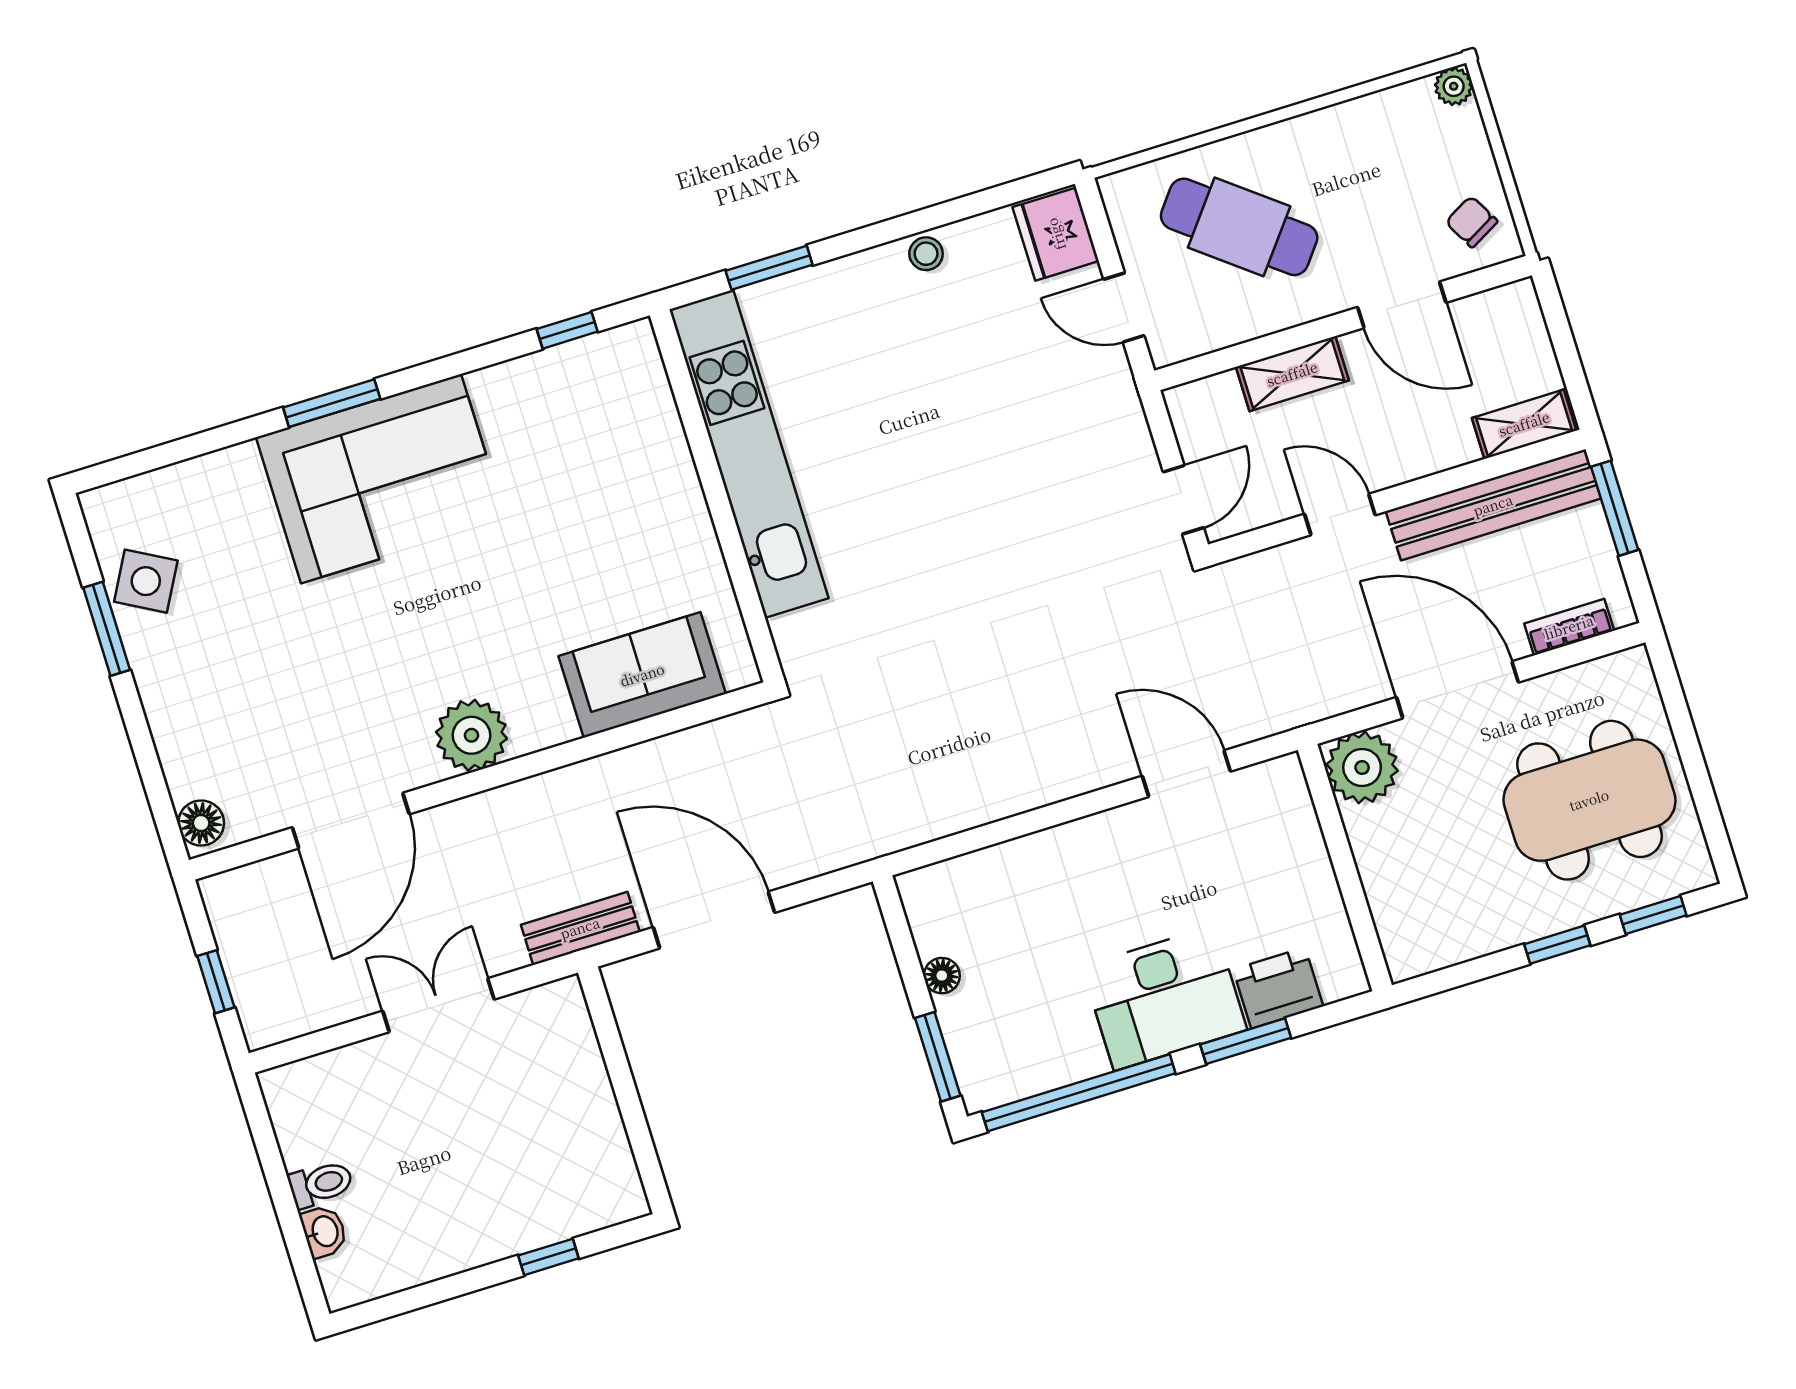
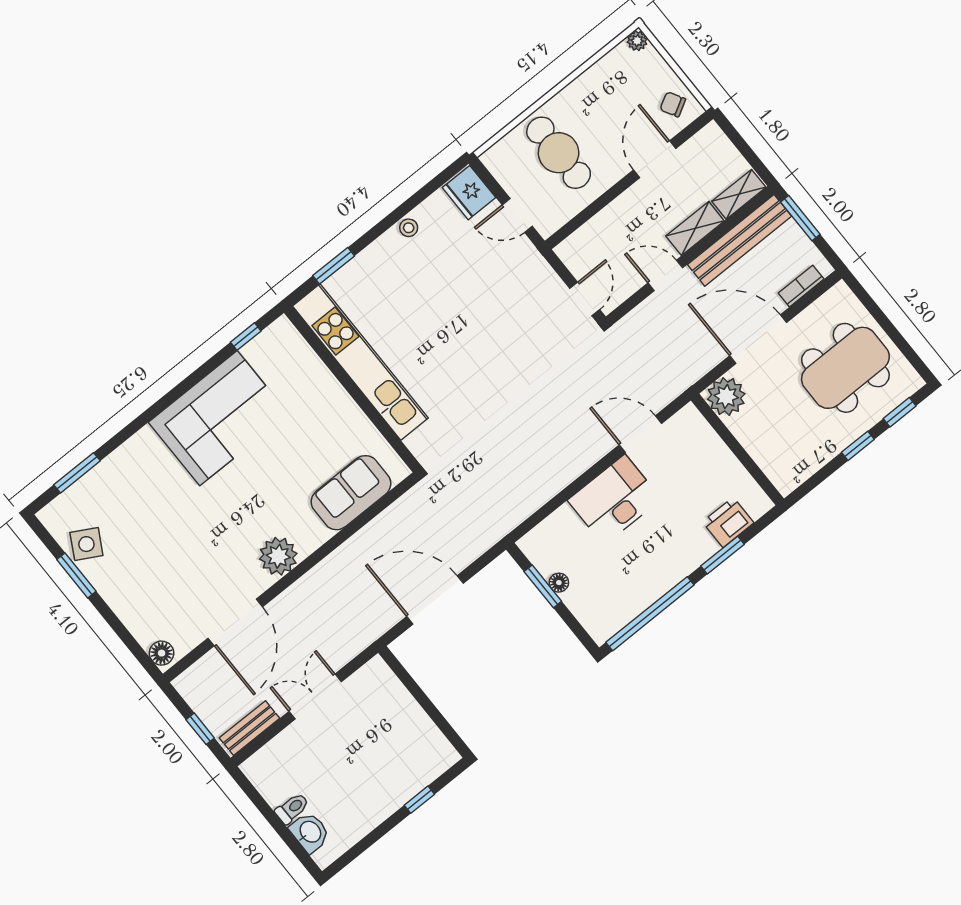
cafe table: (1239, 227) -> (559, 153), turned 52
door: (1402, 305) -> (655, 159), swing flipped
shelving: (1292, 374) -> (695, 228), moved
window: (332, 403) -> (77, 473), moved
corner sofa: (381, 479) -> (218, 418), moved
bench: (580, 928) -> (250, 728), moved
desk: (1165, 998) -> (614, 500), moved, turned 180
window: (938, 1057) -> (543, 586), moved
washbasin: (324, 1232) -> (310, 832), width x1.38, depth x1.45

